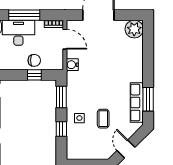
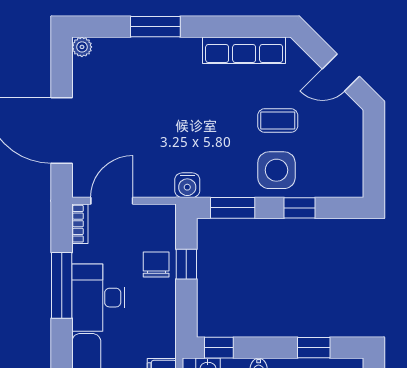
plant: (134, 29) -> (82, 47), width x0.53, depth x0.53
water cooler: (72, 65) -> (187, 185), moved
window: (148, 99) -> (155, 27), moved
side table: (79, 118) -> (276, 170), width x1.87, depth x1.87

